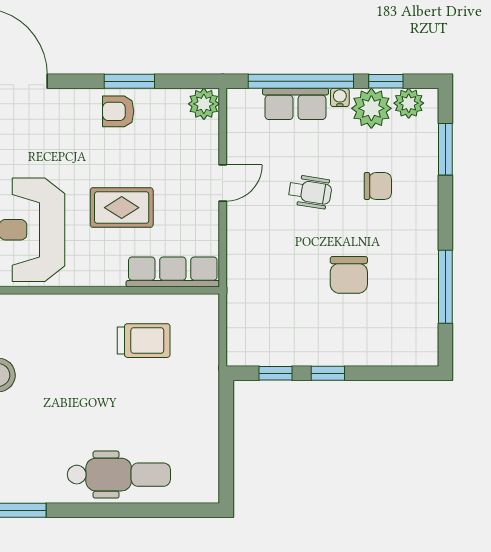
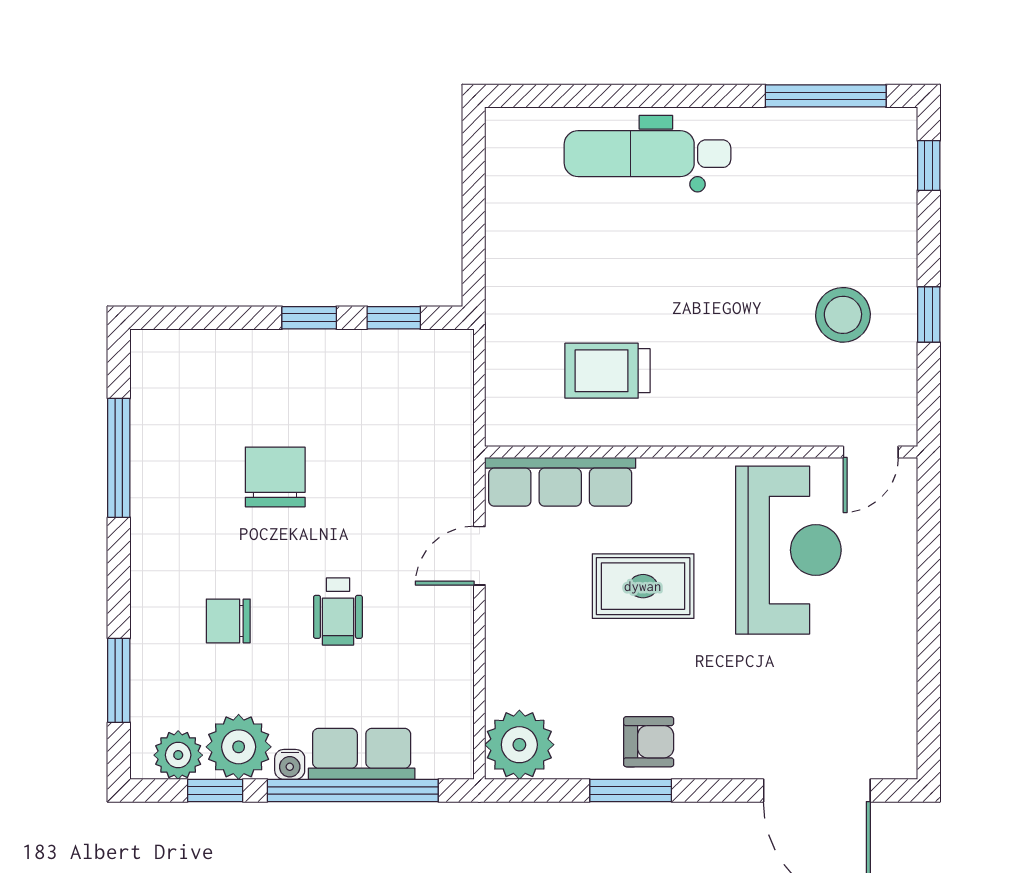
plant: (204, 104) -> (519, 745), width x1.36, depth x1.36
door: (223, 183) -> (479, 556), moved
wheelchair: (310, 192) -> (338, 611), turned -99

